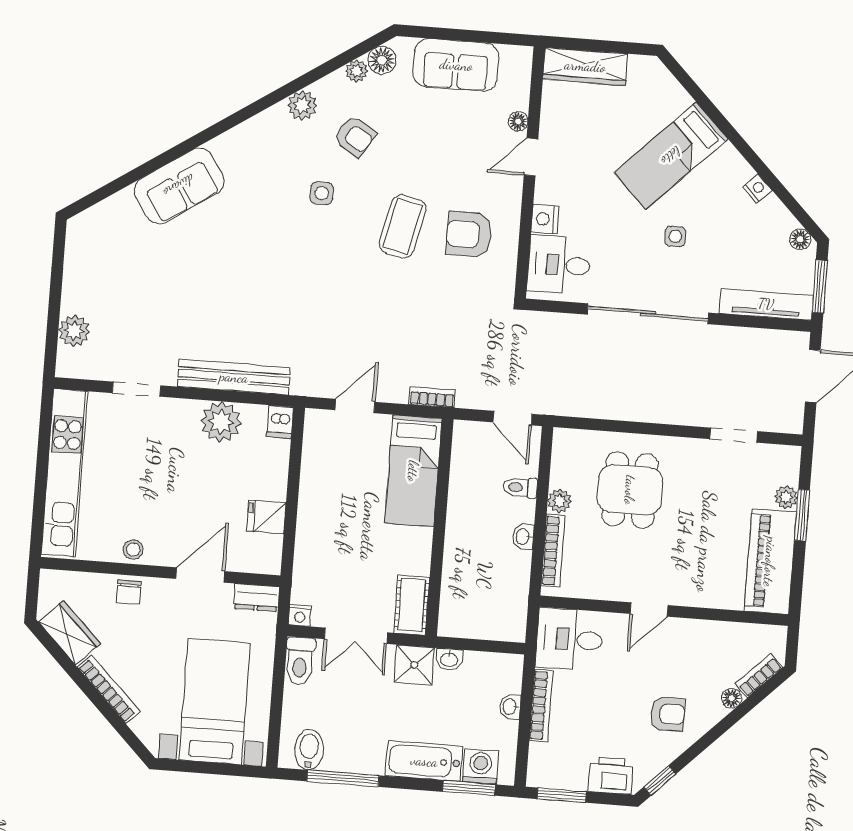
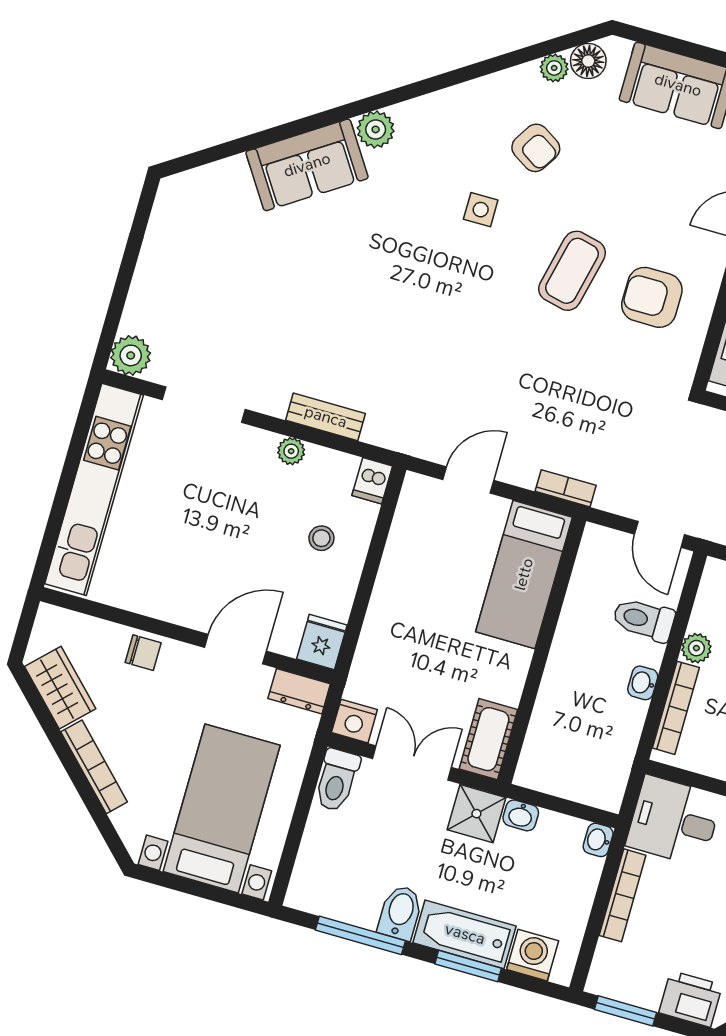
plant: (302, 105) -> (376, 129), moved
plant: (74, 331) -> (131, 355), moved
bench: (234, 377) -> (326, 417), width x0.54, depth x0.82
doorway: (137, 389) -> (204, 405), width x1.38
plant: (221, 422) -> (291, 451), width x0.53, depth x0.53
toilet: (520, 488) -> (644, 620), width x1.37, depth x1.39
fridge: (266, 517) -> (322, 642), moved, turned 90
stool: (133, 549) -> (321, 538), moved
chair: (129, 592) -> (143, 653), turned -90
nightstand: (300, 615) -> (354, 721), width x1.39, depth x1.35
double door: (356, 636) -> (412, 763), swing flipped
washbasin: (510, 707) -> (598, 840), moved
bidet: (309, 750) -> (400, 913), moved
window: (469, 788) -> (468, 966), moved

